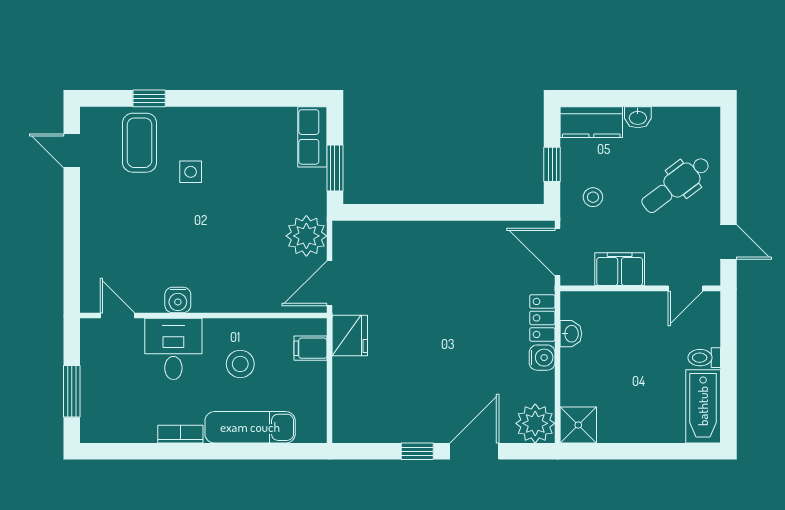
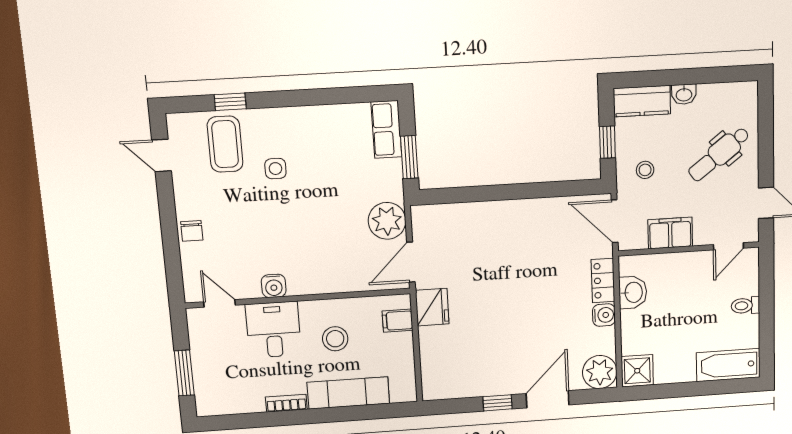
chair: (95, 234) -> (192, 231), added
washbasin: (571, 334) -> (633, 292), width x1.38, depth x1.45
bathtub: (703, 406) -> (728, 365), moved, turned 90

